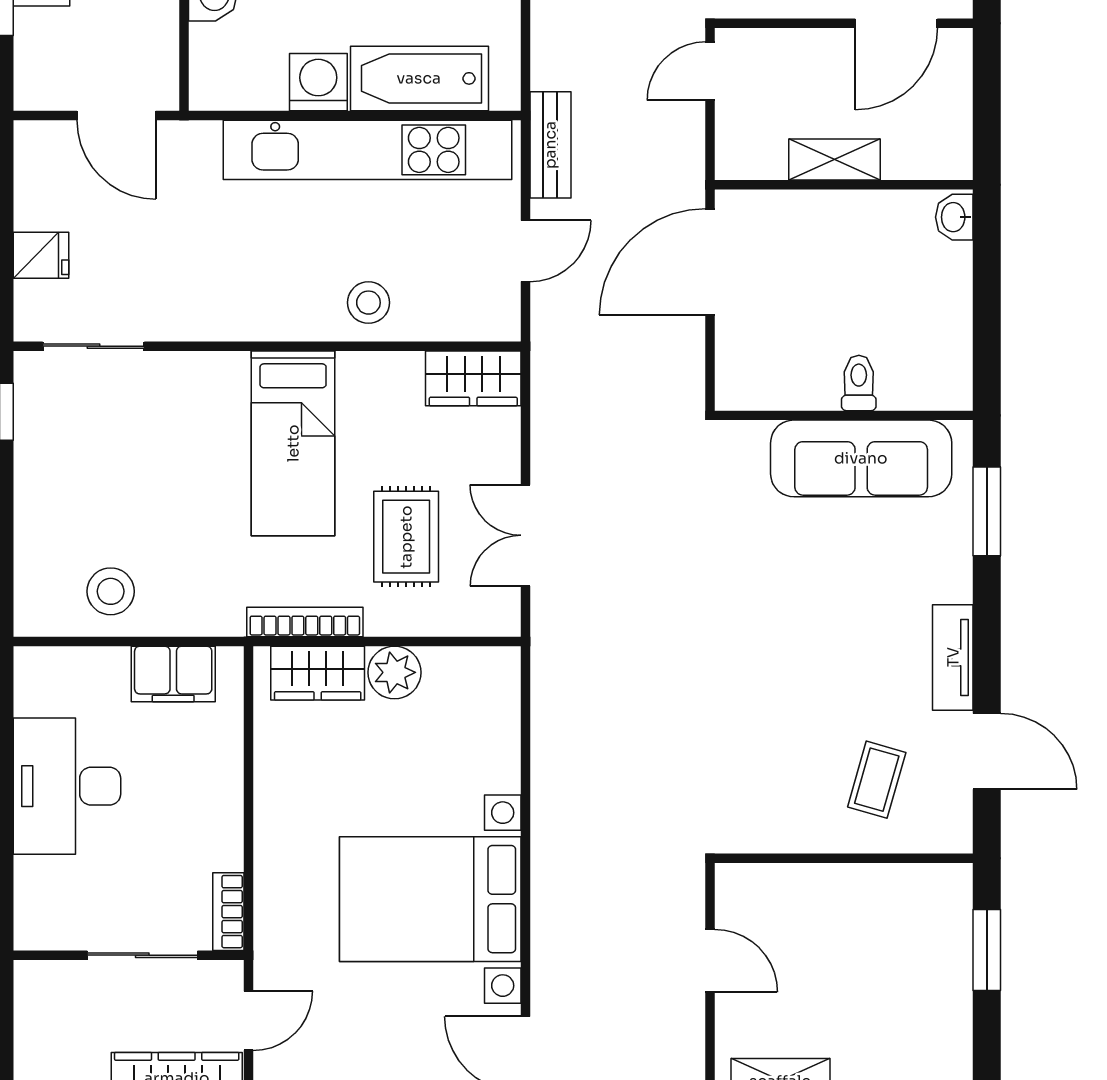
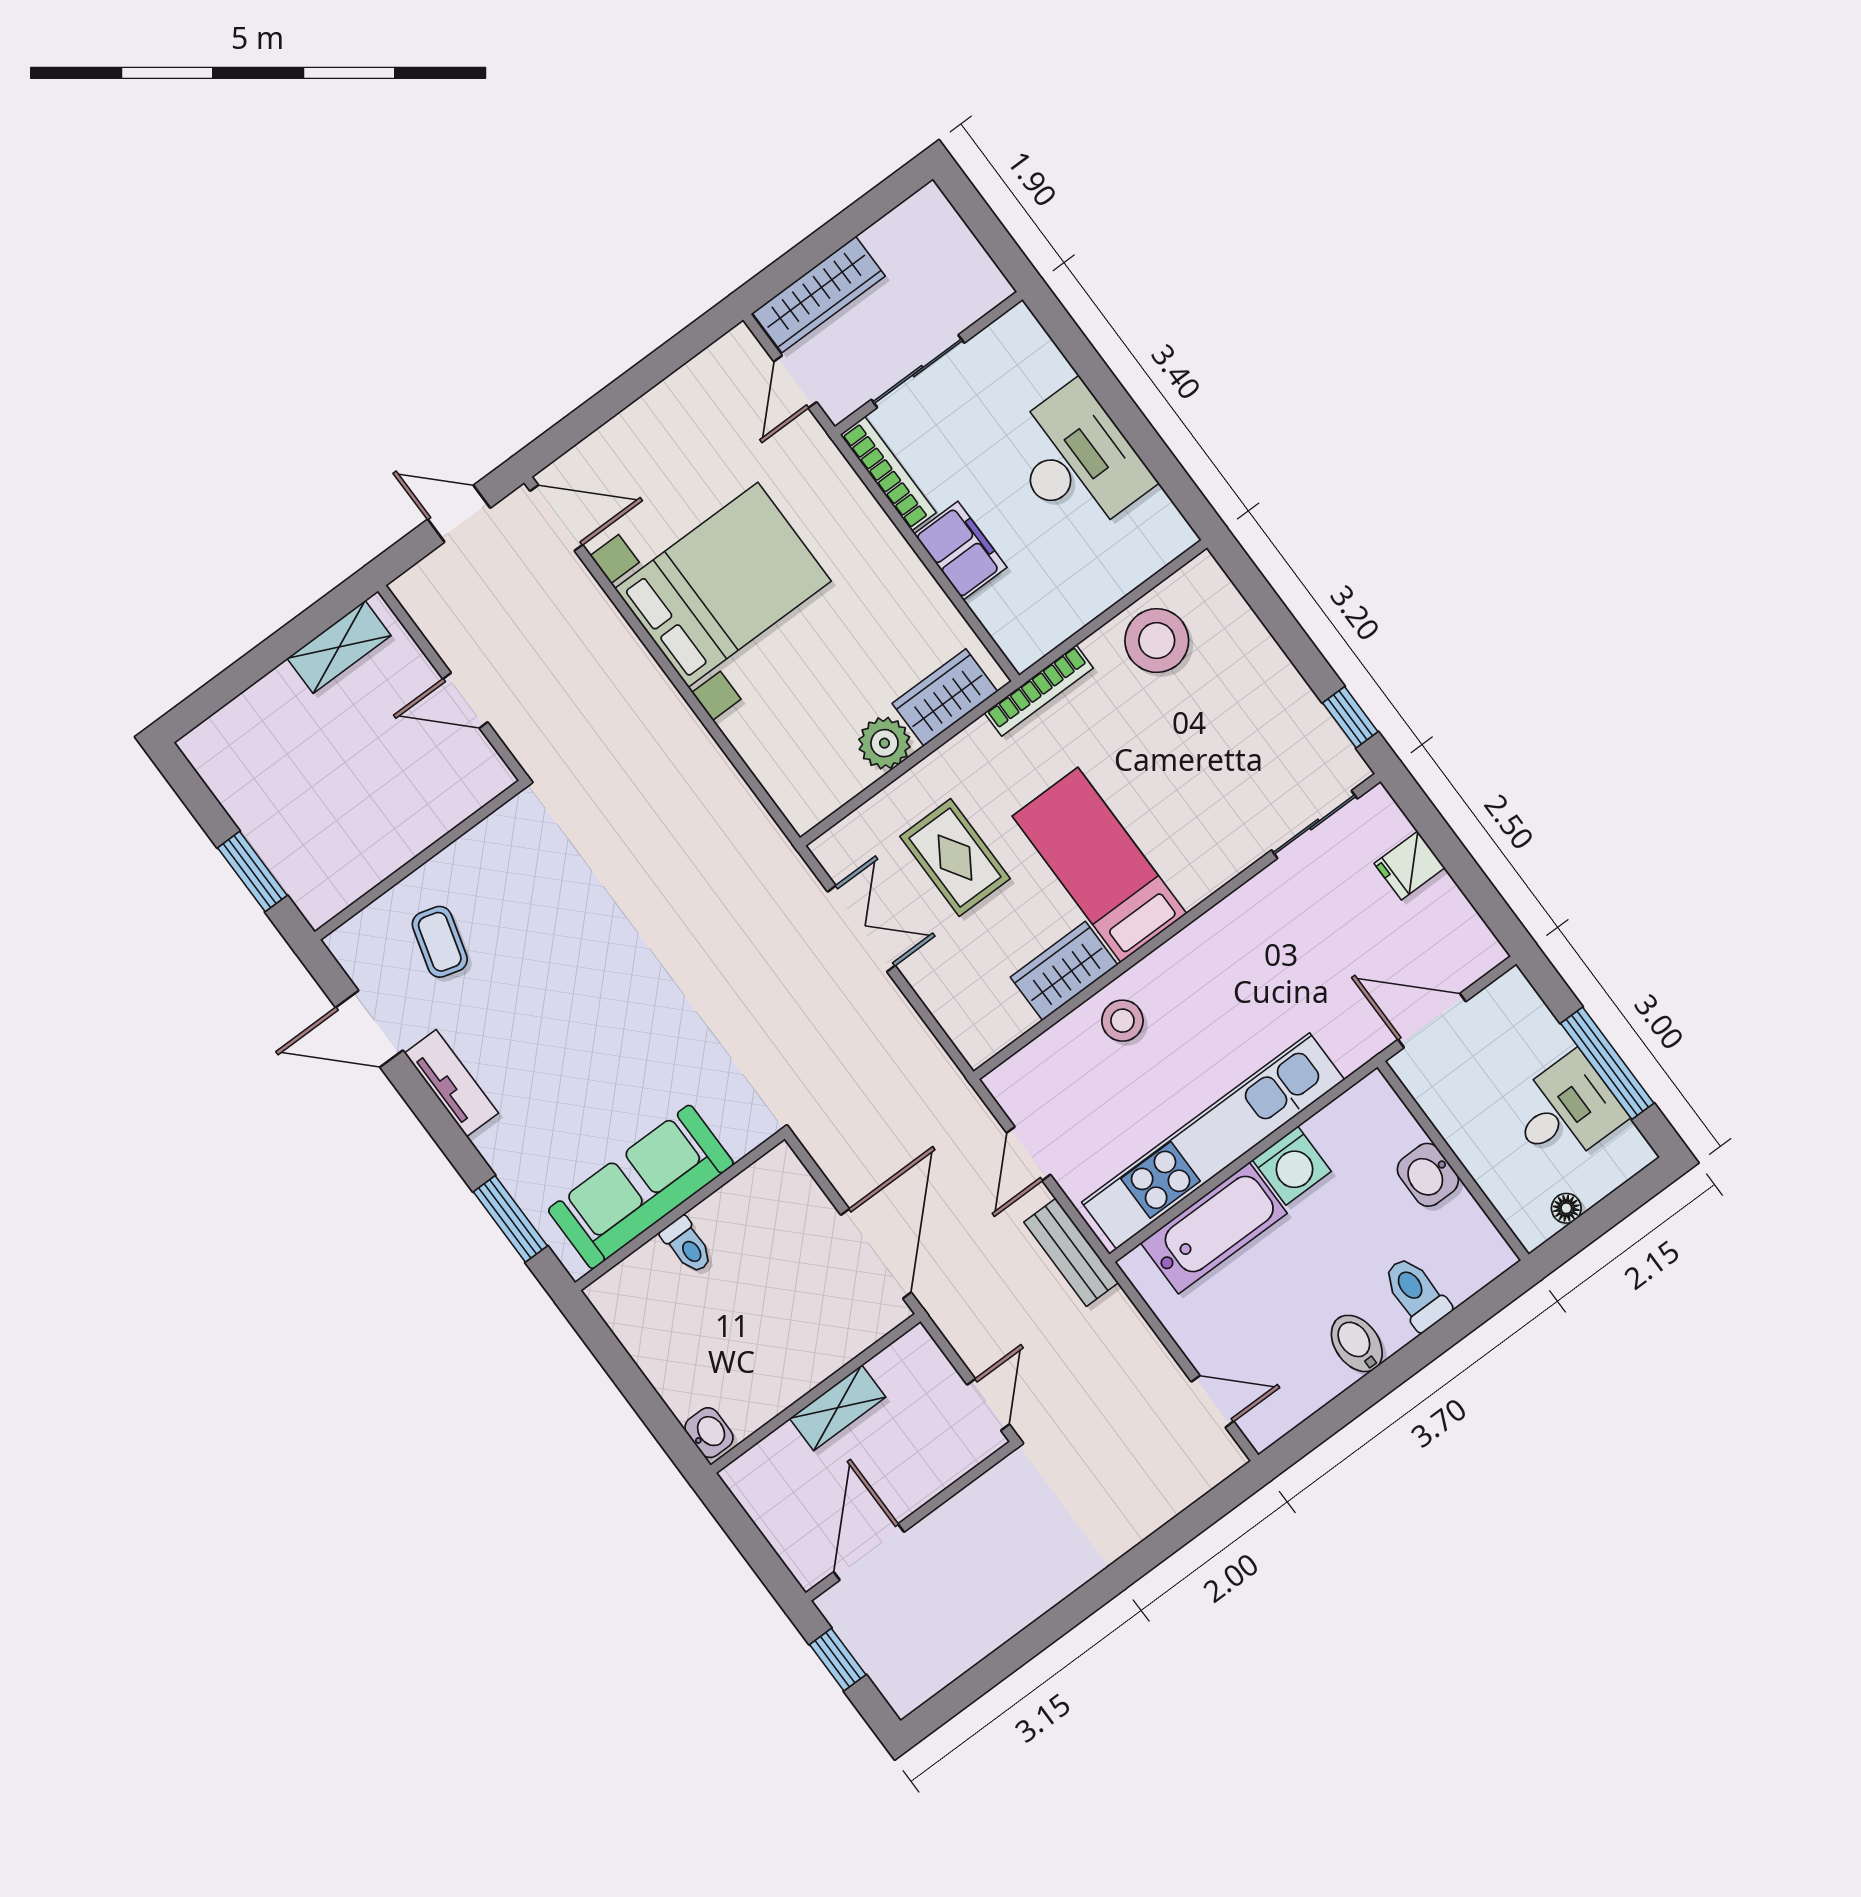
wardrobe: (473, 378) -> (1064, 971), moved
stool: (111, 591) -> (1157, 641), width x1.38, depth x1.38
bookcase: (305, 622) -> (1039, 690), moved
filing cabinet: (173, 674) -> (961, 551), moved, turned 90
bookcase: (228, 912) -> (888, 474), width x1.56

